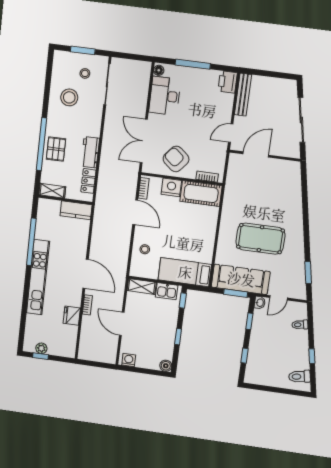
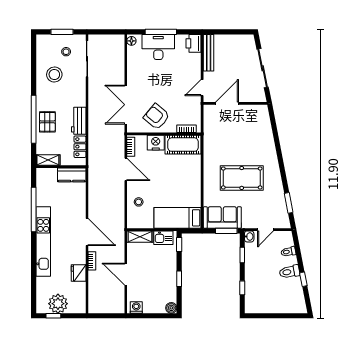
desk: (165, 96) -> (158, 47), moved, turned 90
sofa: (241, 279) -> (222, 218), width x0.73
plant: (41, 348) -> (58, 304), width x1.87, depth x1.87
toilet: (299, 377) -> (290, 272), moved

